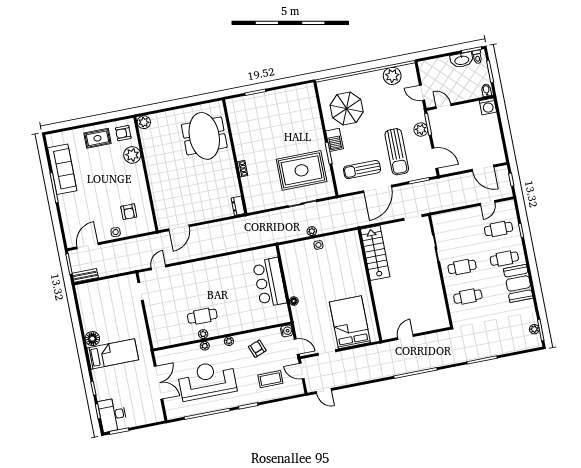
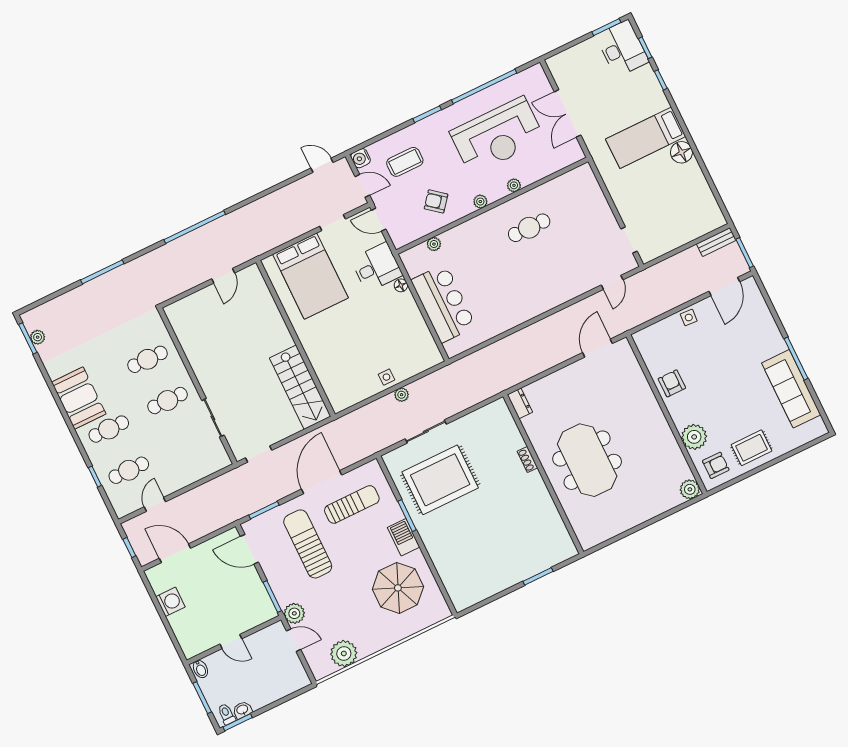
washbasin: (462, 60) -> (242, 710), width x0.52, depth x0.69
door: (444, 106) -> (231, 641), moved
washing machine: (488, 106) -> (170, 602), moved, turned 90
plant: (421, 130) -> (294, 613), moved
meeting table: (204, 136) -> (587, 460), moved
armchair: (129, 212) -> (672, 383), moved
desk: (306, 317) -> (377, 267), added
water cooler: (287, 331) -> (361, 158), moved
plant: (203, 334) -> (434, 244), moved
armchair: (257, 349) -> (436, 201), turned 150

